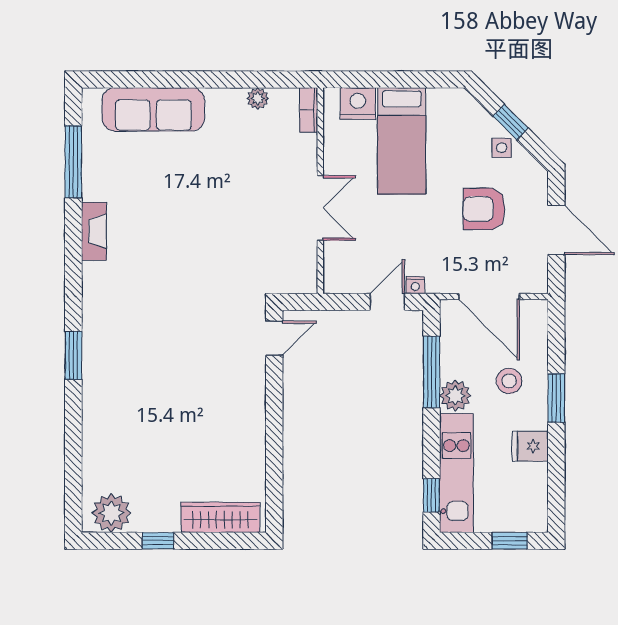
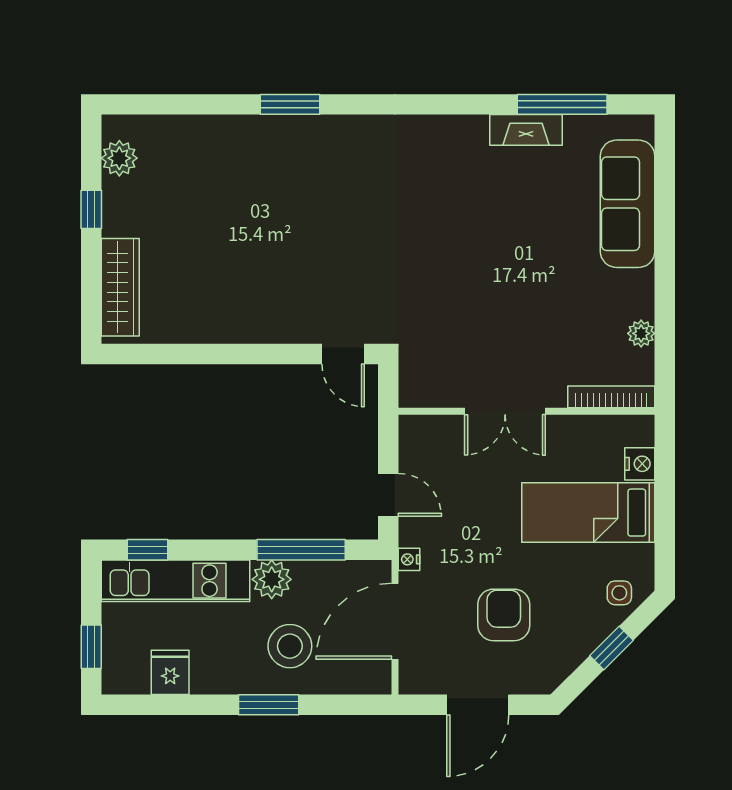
nightstand: (358, 103) -> (640, 464), width x0.74, depth x0.75
bookcase: (309, 110) -> (611, 397), width x1.56
side table: (502, 148) -> (619, 593), moved
fireplace: (94, 231) -> (526, 130), moved
nightstand: (415, 285) -> (409, 559), moved
window: (73, 355) -> (290, 104), moved
stool: (509, 381) -> (290, 646), width x1.38, depth x1.38
fridge: (530, 446) -> (170, 672), moved
plant: (111, 513) -> (119, 158), width x0.73, depth x0.73

